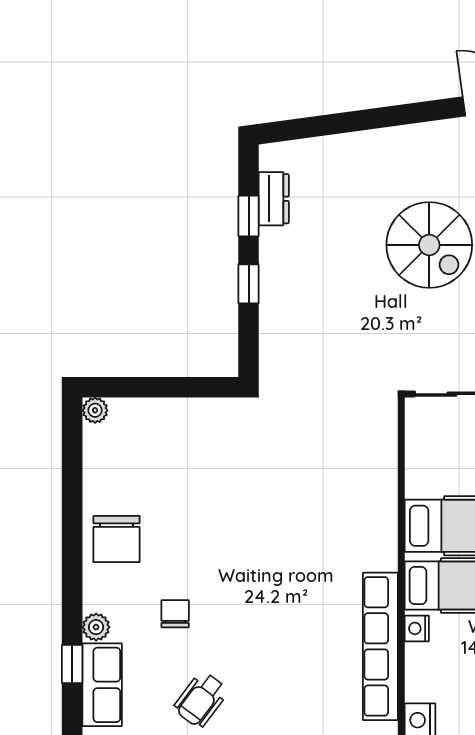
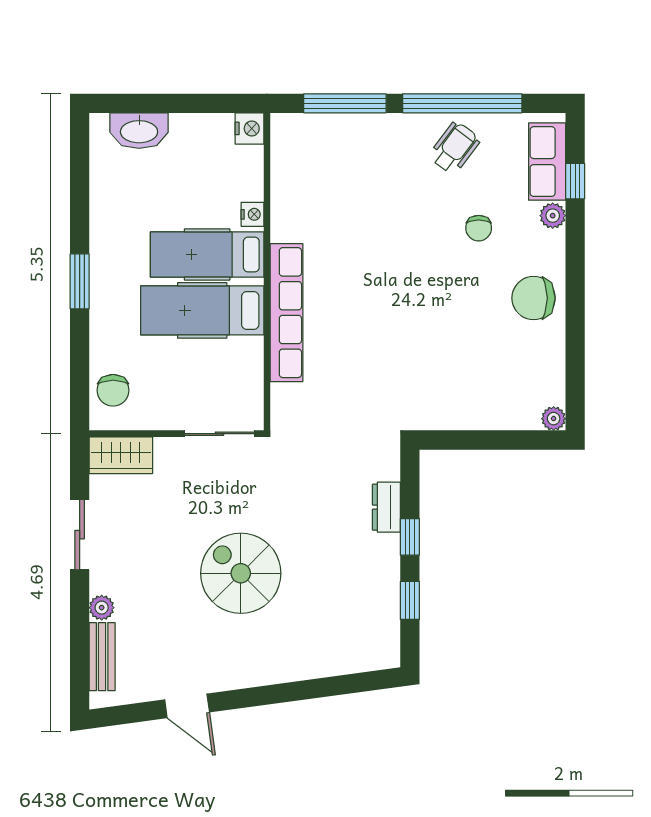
dresser: (274, 199) -> (386, 507), moved
chair: (116, 539) -> (534, 298), turned -90
row of seats: (380, 646) -> (286, 313), moved

